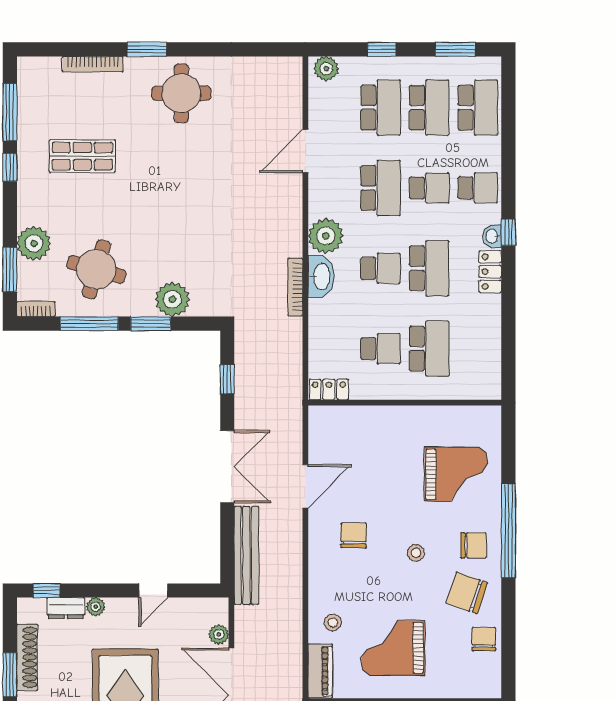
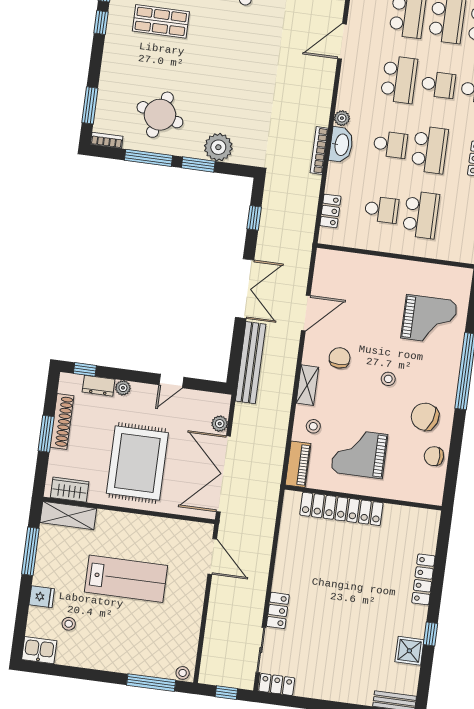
plant: (326, 236) -> (342, 118), width x0.53, depth x0.53
plant: (34, 243) -> (112, 87), removed
locker: (329, 389) -> (330, 211), moved, turned 90
chair: (474, 545) -> (436, 379), removed
shelving: (319, 574) -> (307, 385), added
chair: (484, 639) -> (434, 456), turned -90

